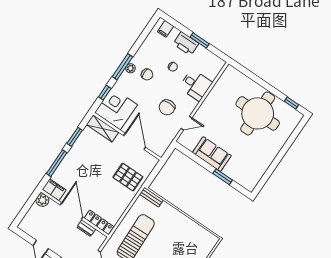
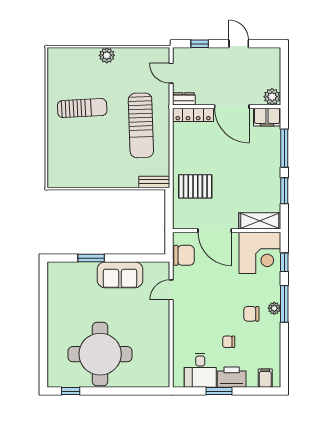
desk: (196, 85) -> (200, 370), moved, turned -90
chair: (167, 107) -> (184, 255), moved, turned 90
dresser: (86, 228) -> (184, 99), moved

